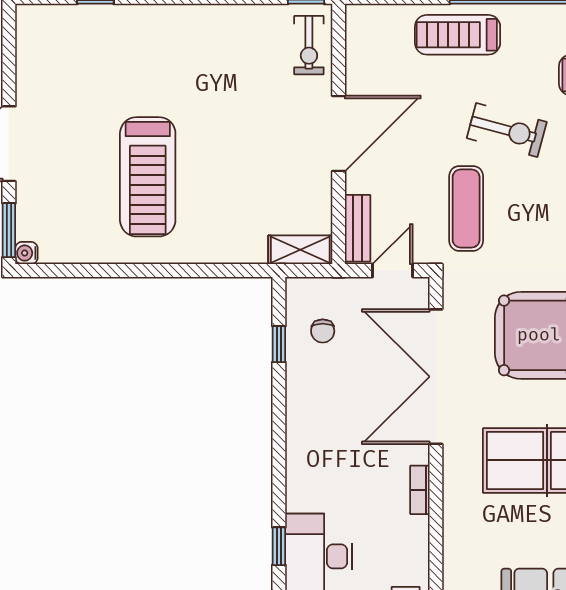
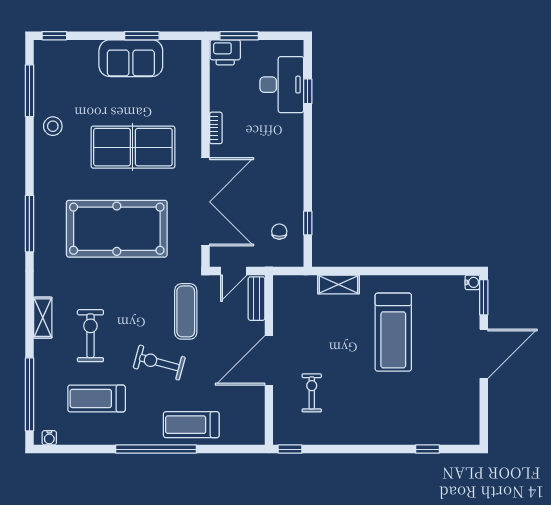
treadmill: (458, 35) -> (191, 425), turned 180
exercise bike: (309, 45) -> (312, 393), moved
treadmill: (148, 177) -> (393, 332), turned 180
shelving: (300, 250) -> (339, 284), moved

